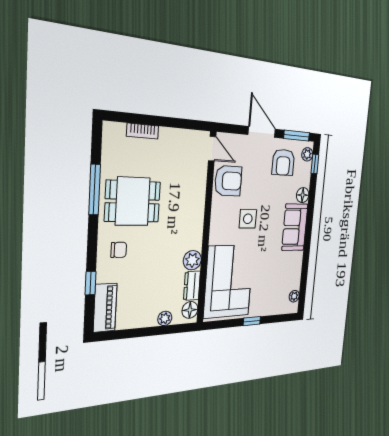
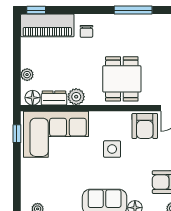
dining table: (133, 201) -> (122, 79), moved
window: (91, 283) -> (36, 10), moved
piano: (105, 308) -> (47, 25), width x1.37, depth x1.33
window: (252, 321) -> (17, 134), moved

